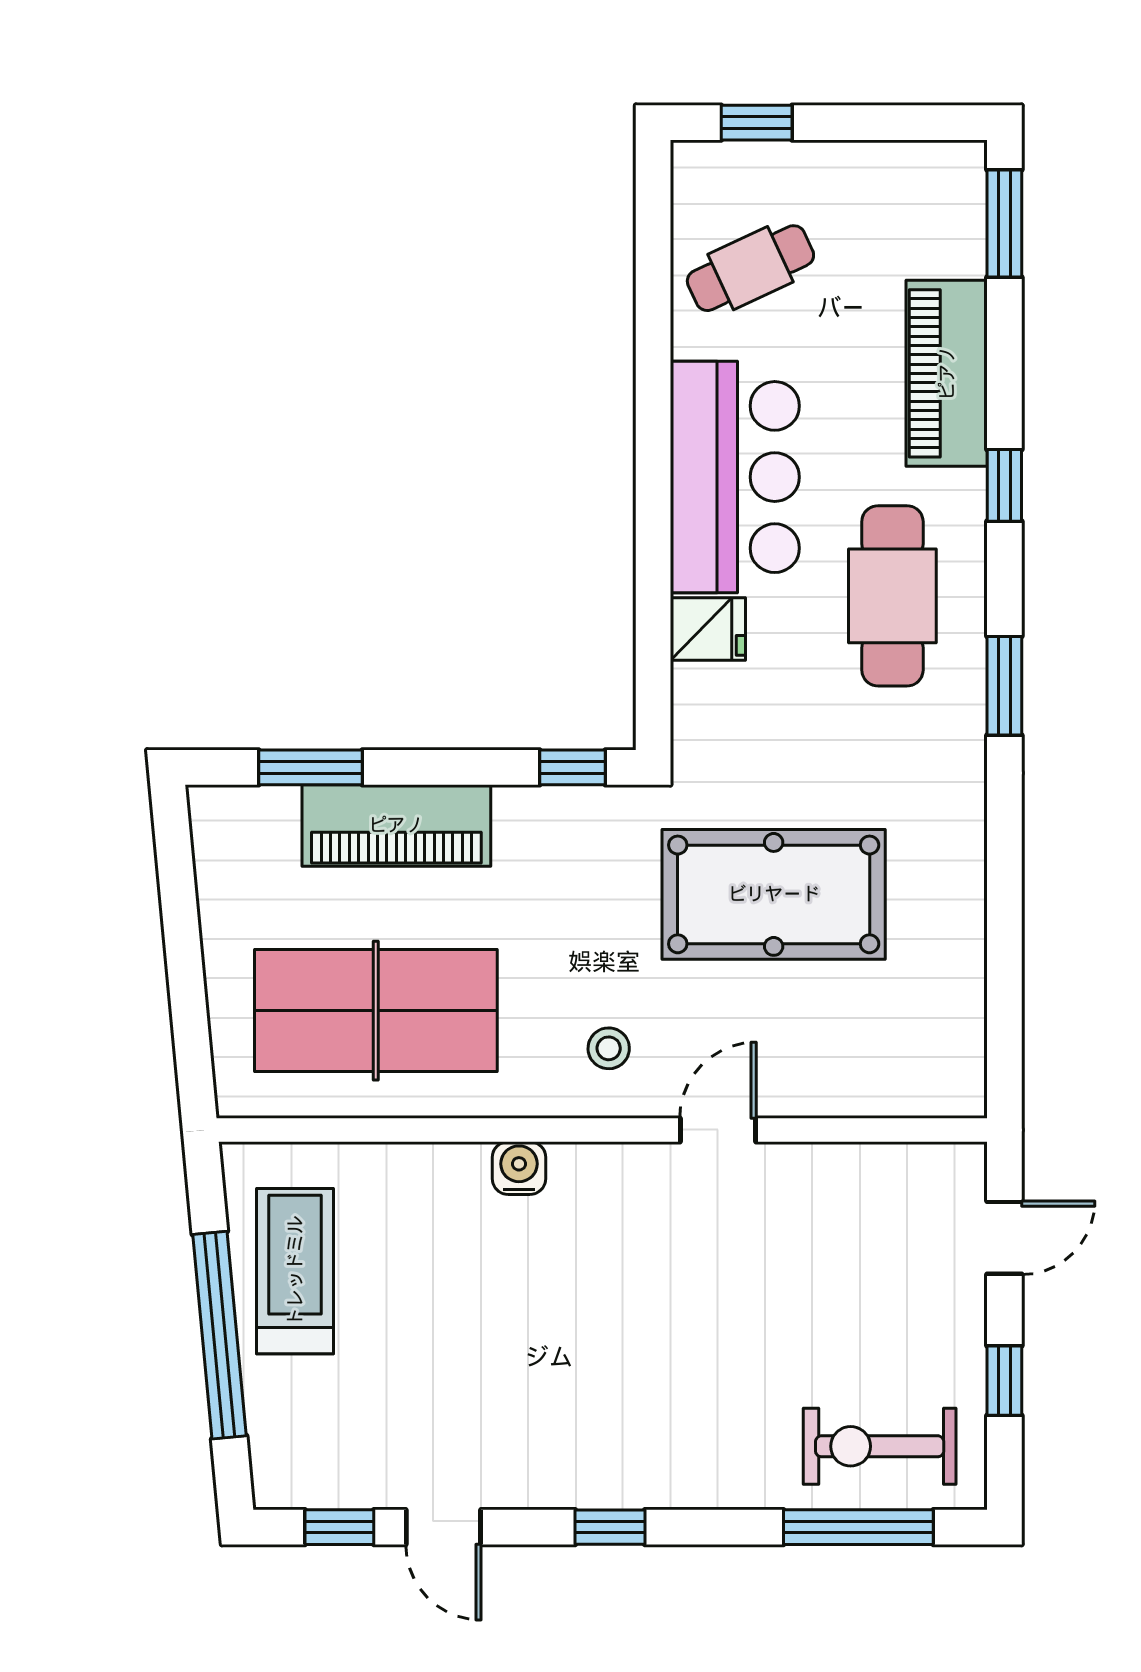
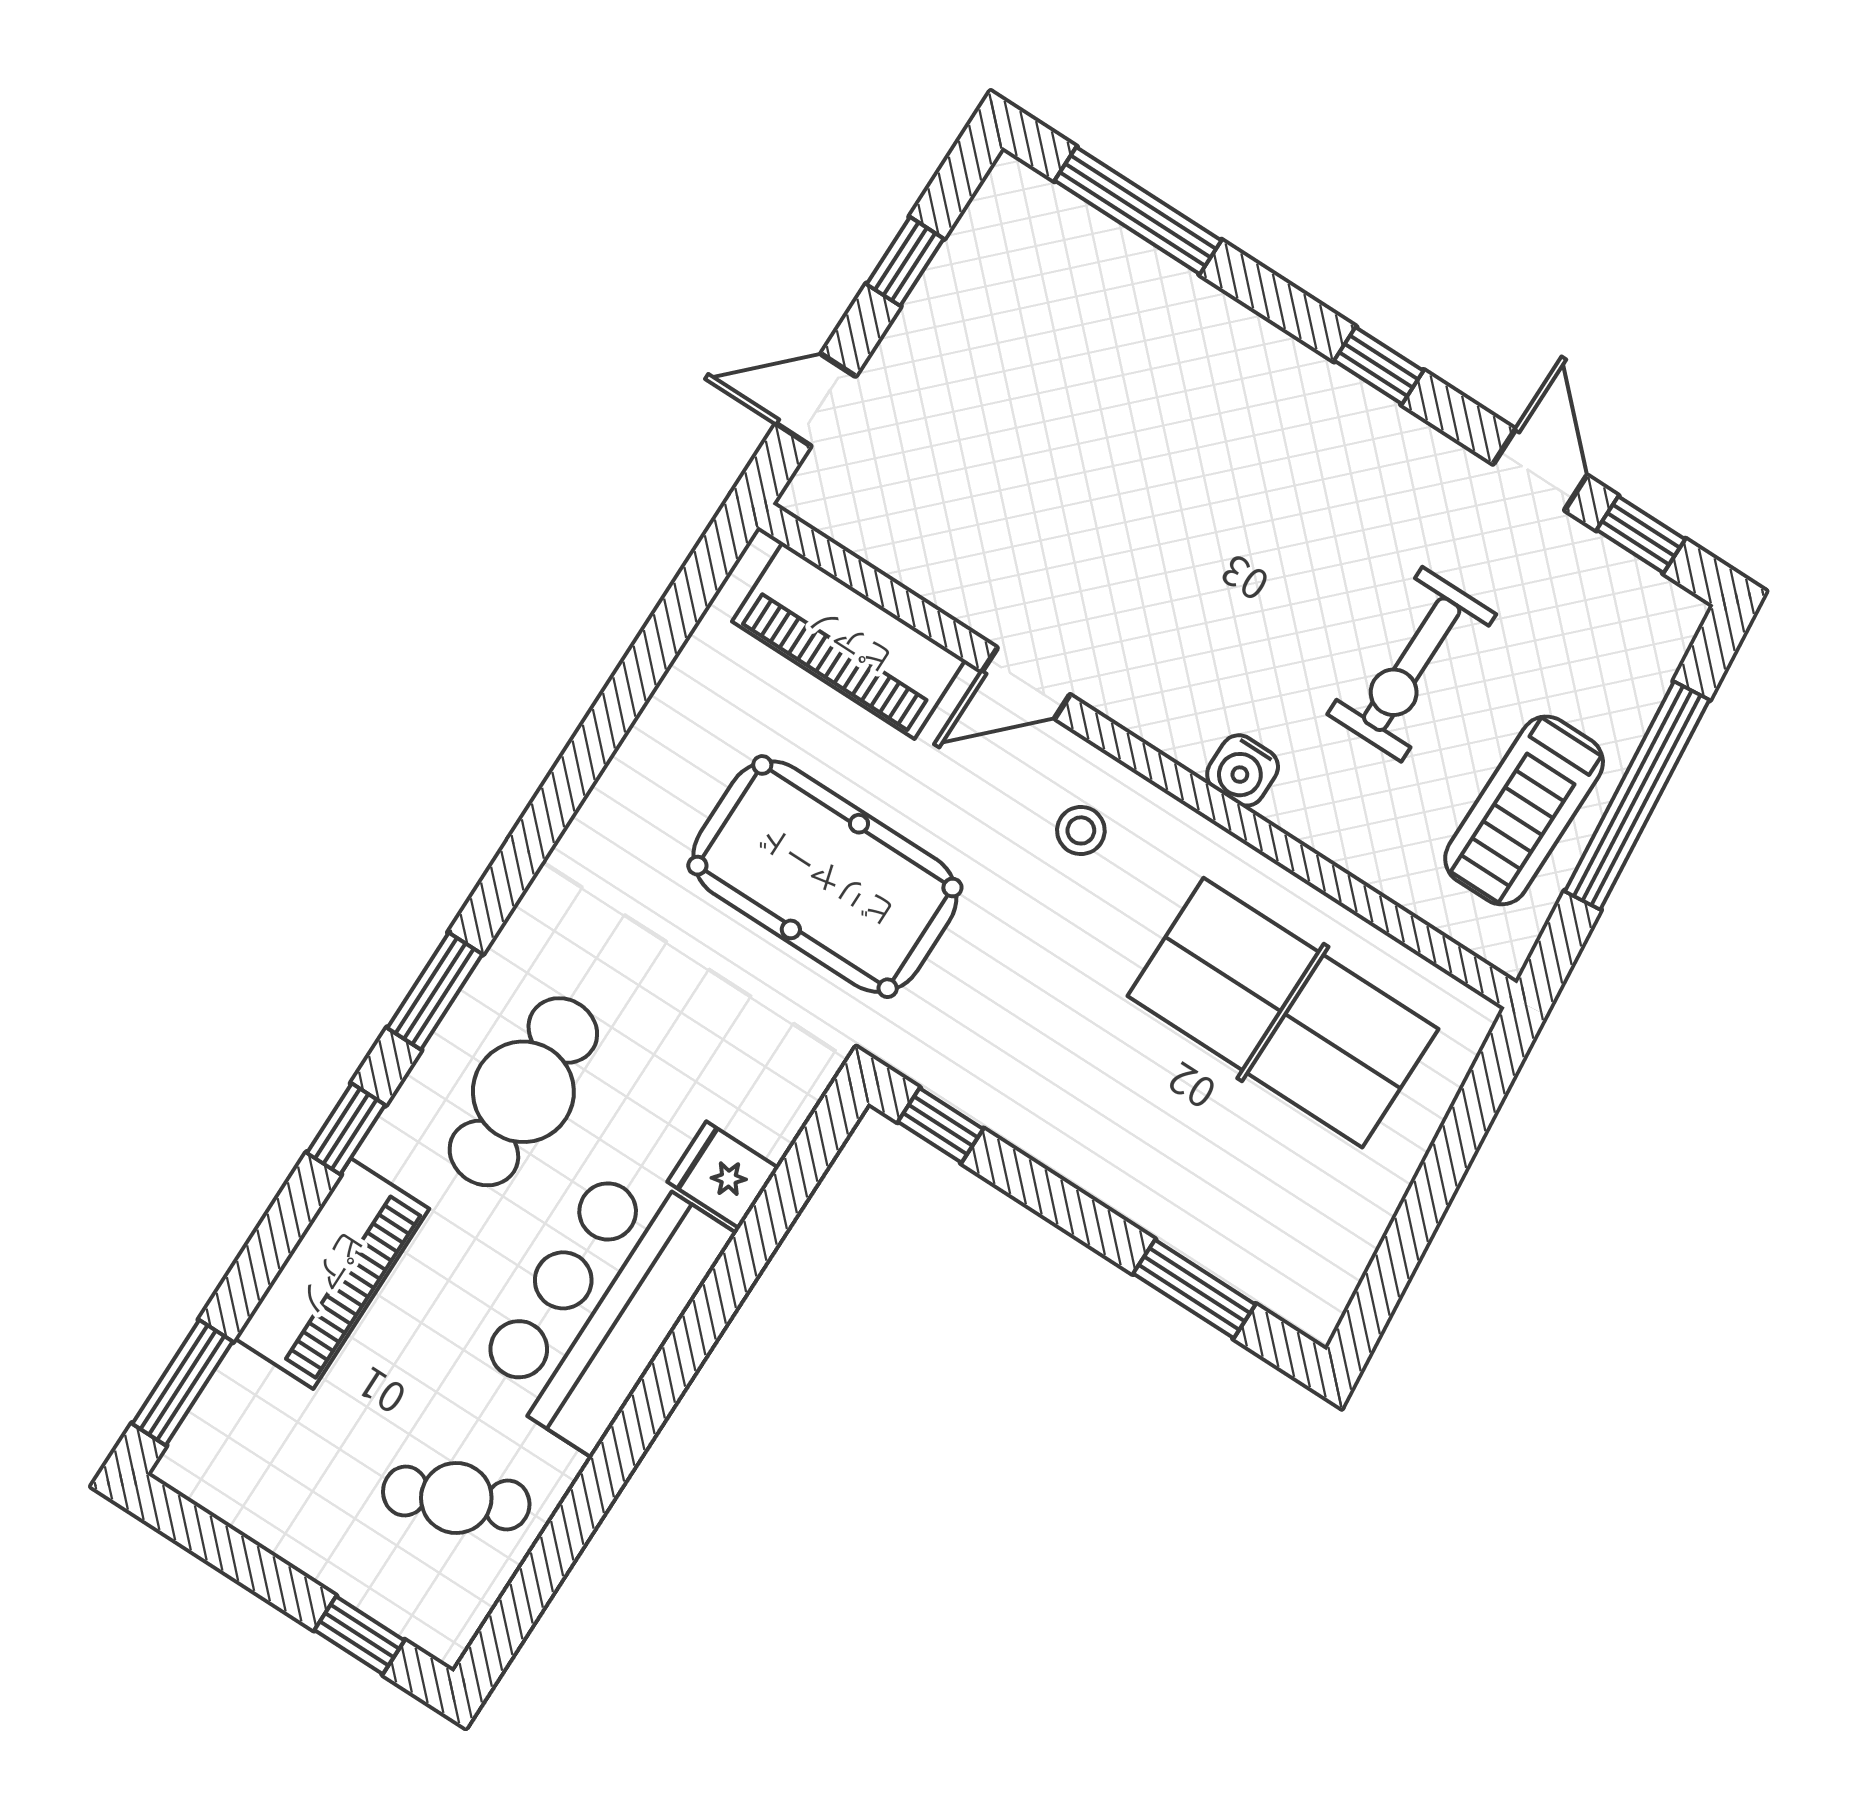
window: (1004, 686) -> (435, 991), moved
piano: (396, 825) -> (849, 641), moved, turned 180
exercise bike: (880, 1446) -> (1412, 664), moved, turned 90

